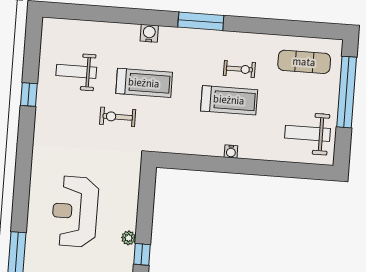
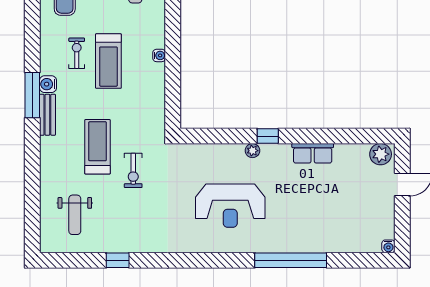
water cooler: (149, 33) -> (48, 84), moved
bench: (180, 35) -> (47, 115), added
weight bench: (76, 71) -> (75, 215), moved
treadmill: (229, 100) -> (108, 61), turned 180

